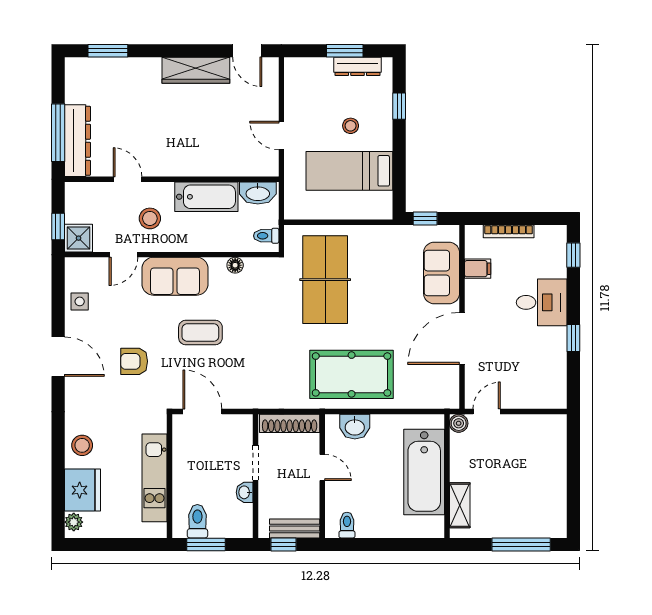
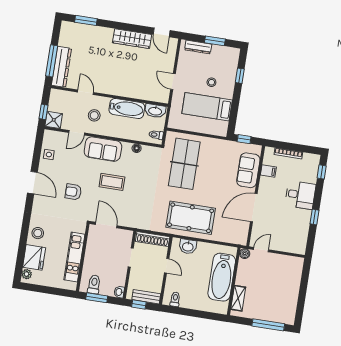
dresser: (358, 66) -> (198, 47), moved
washbasin: (245, 492) -> (119, 292), moved

